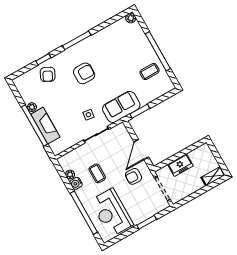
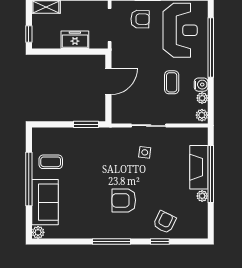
sofa: (121, 107) -> (45, 202), moved, turned -90
window: (214, 151) -> (29, 34), added
plant: (64, 163) -> (202, 115), added
armchair: (134, 176) -> (140, 19), moved

